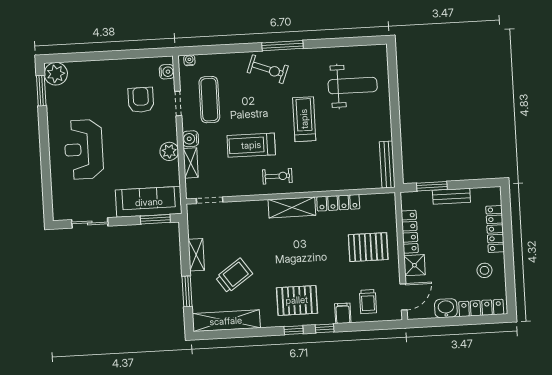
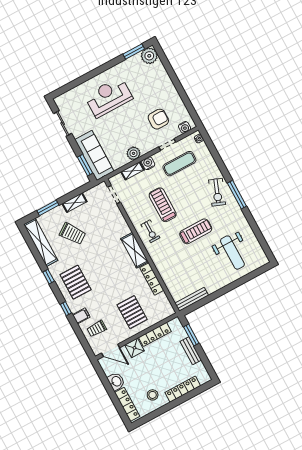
window: (294, 330) -> (49, 277), moved

